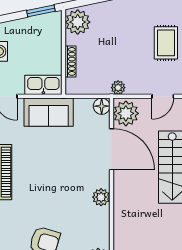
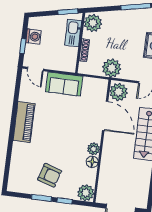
kitchen sink: (43, 85) -> (73, 33), moved, turned -90
plant: (118, 88) -> (112, 68), width x1.87, depth x1.87
floor lamp: (102, 106) -> (92, 162), moved

